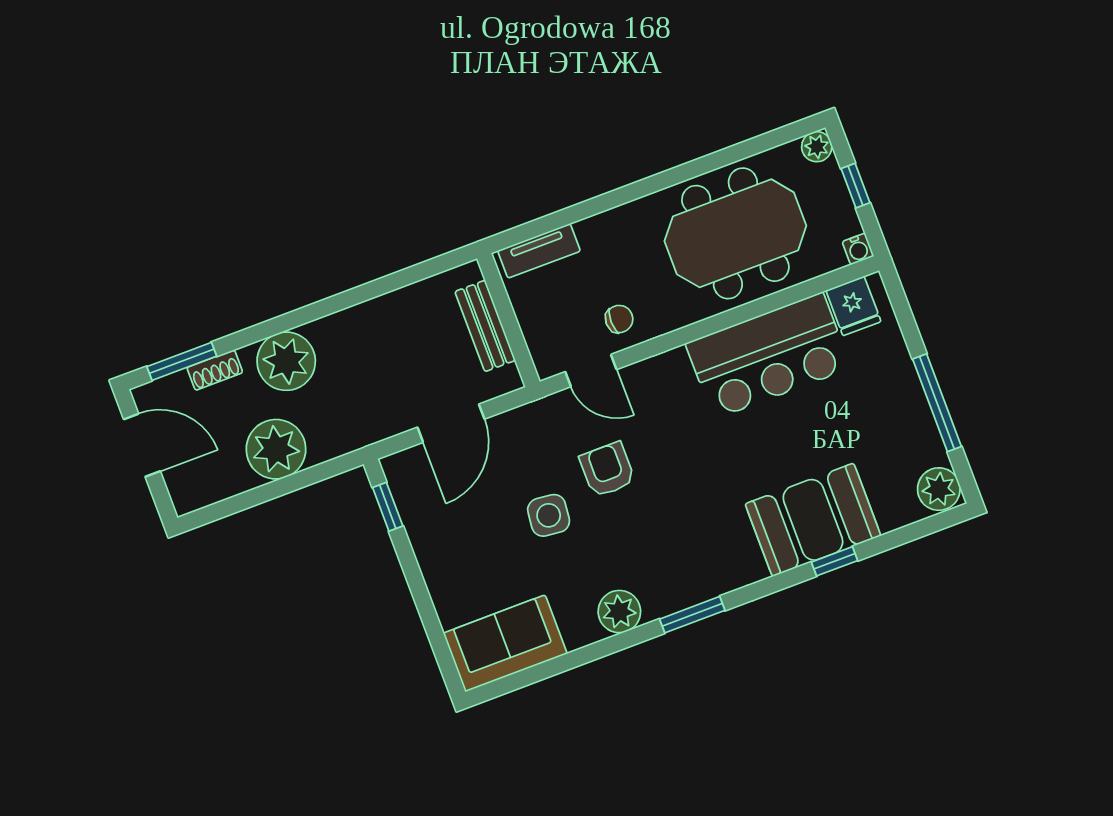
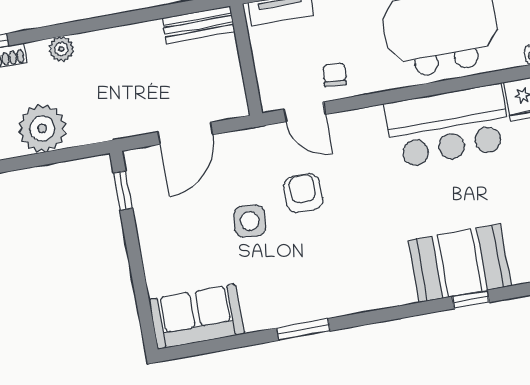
chair: (619, 319) -> (335, 75), turned -84
bench: (485, 326) -> (199, 25), moved, turned 90
plant: (286, 361) -> (61, 49), width x0.53, depth x0.53
plant: (619, 612) -> (292, 308), removed
window: (692, 615) -> (303, 330), moved

